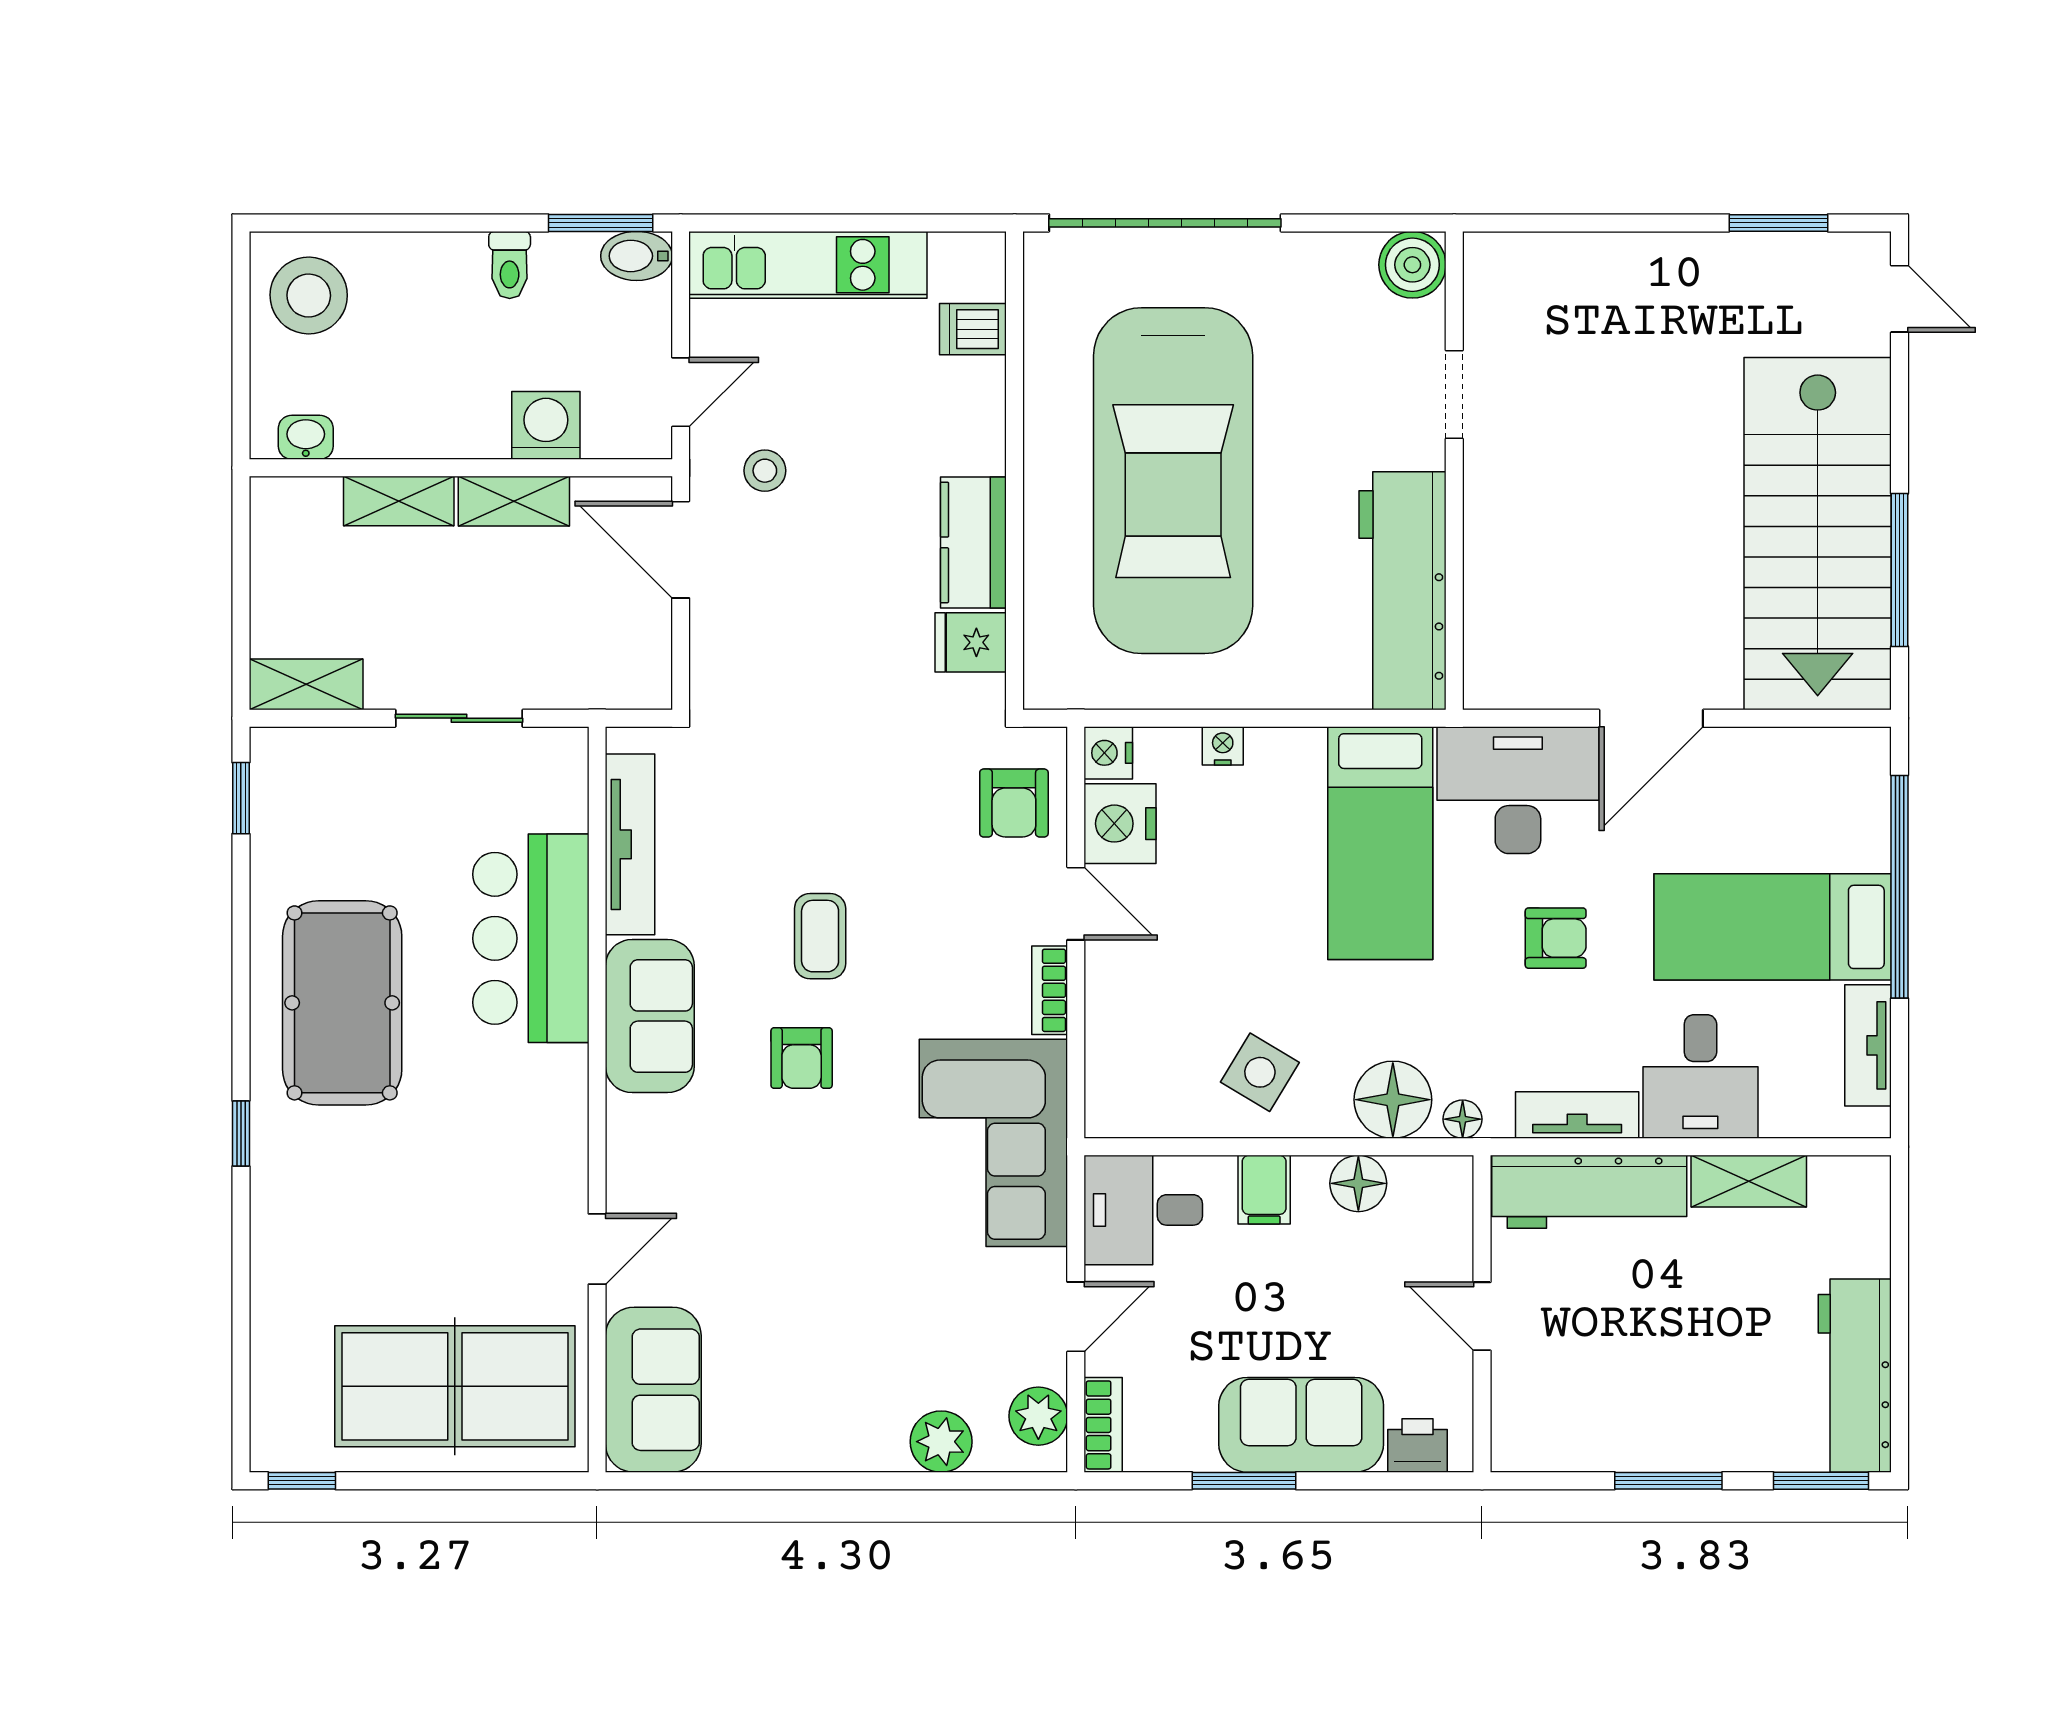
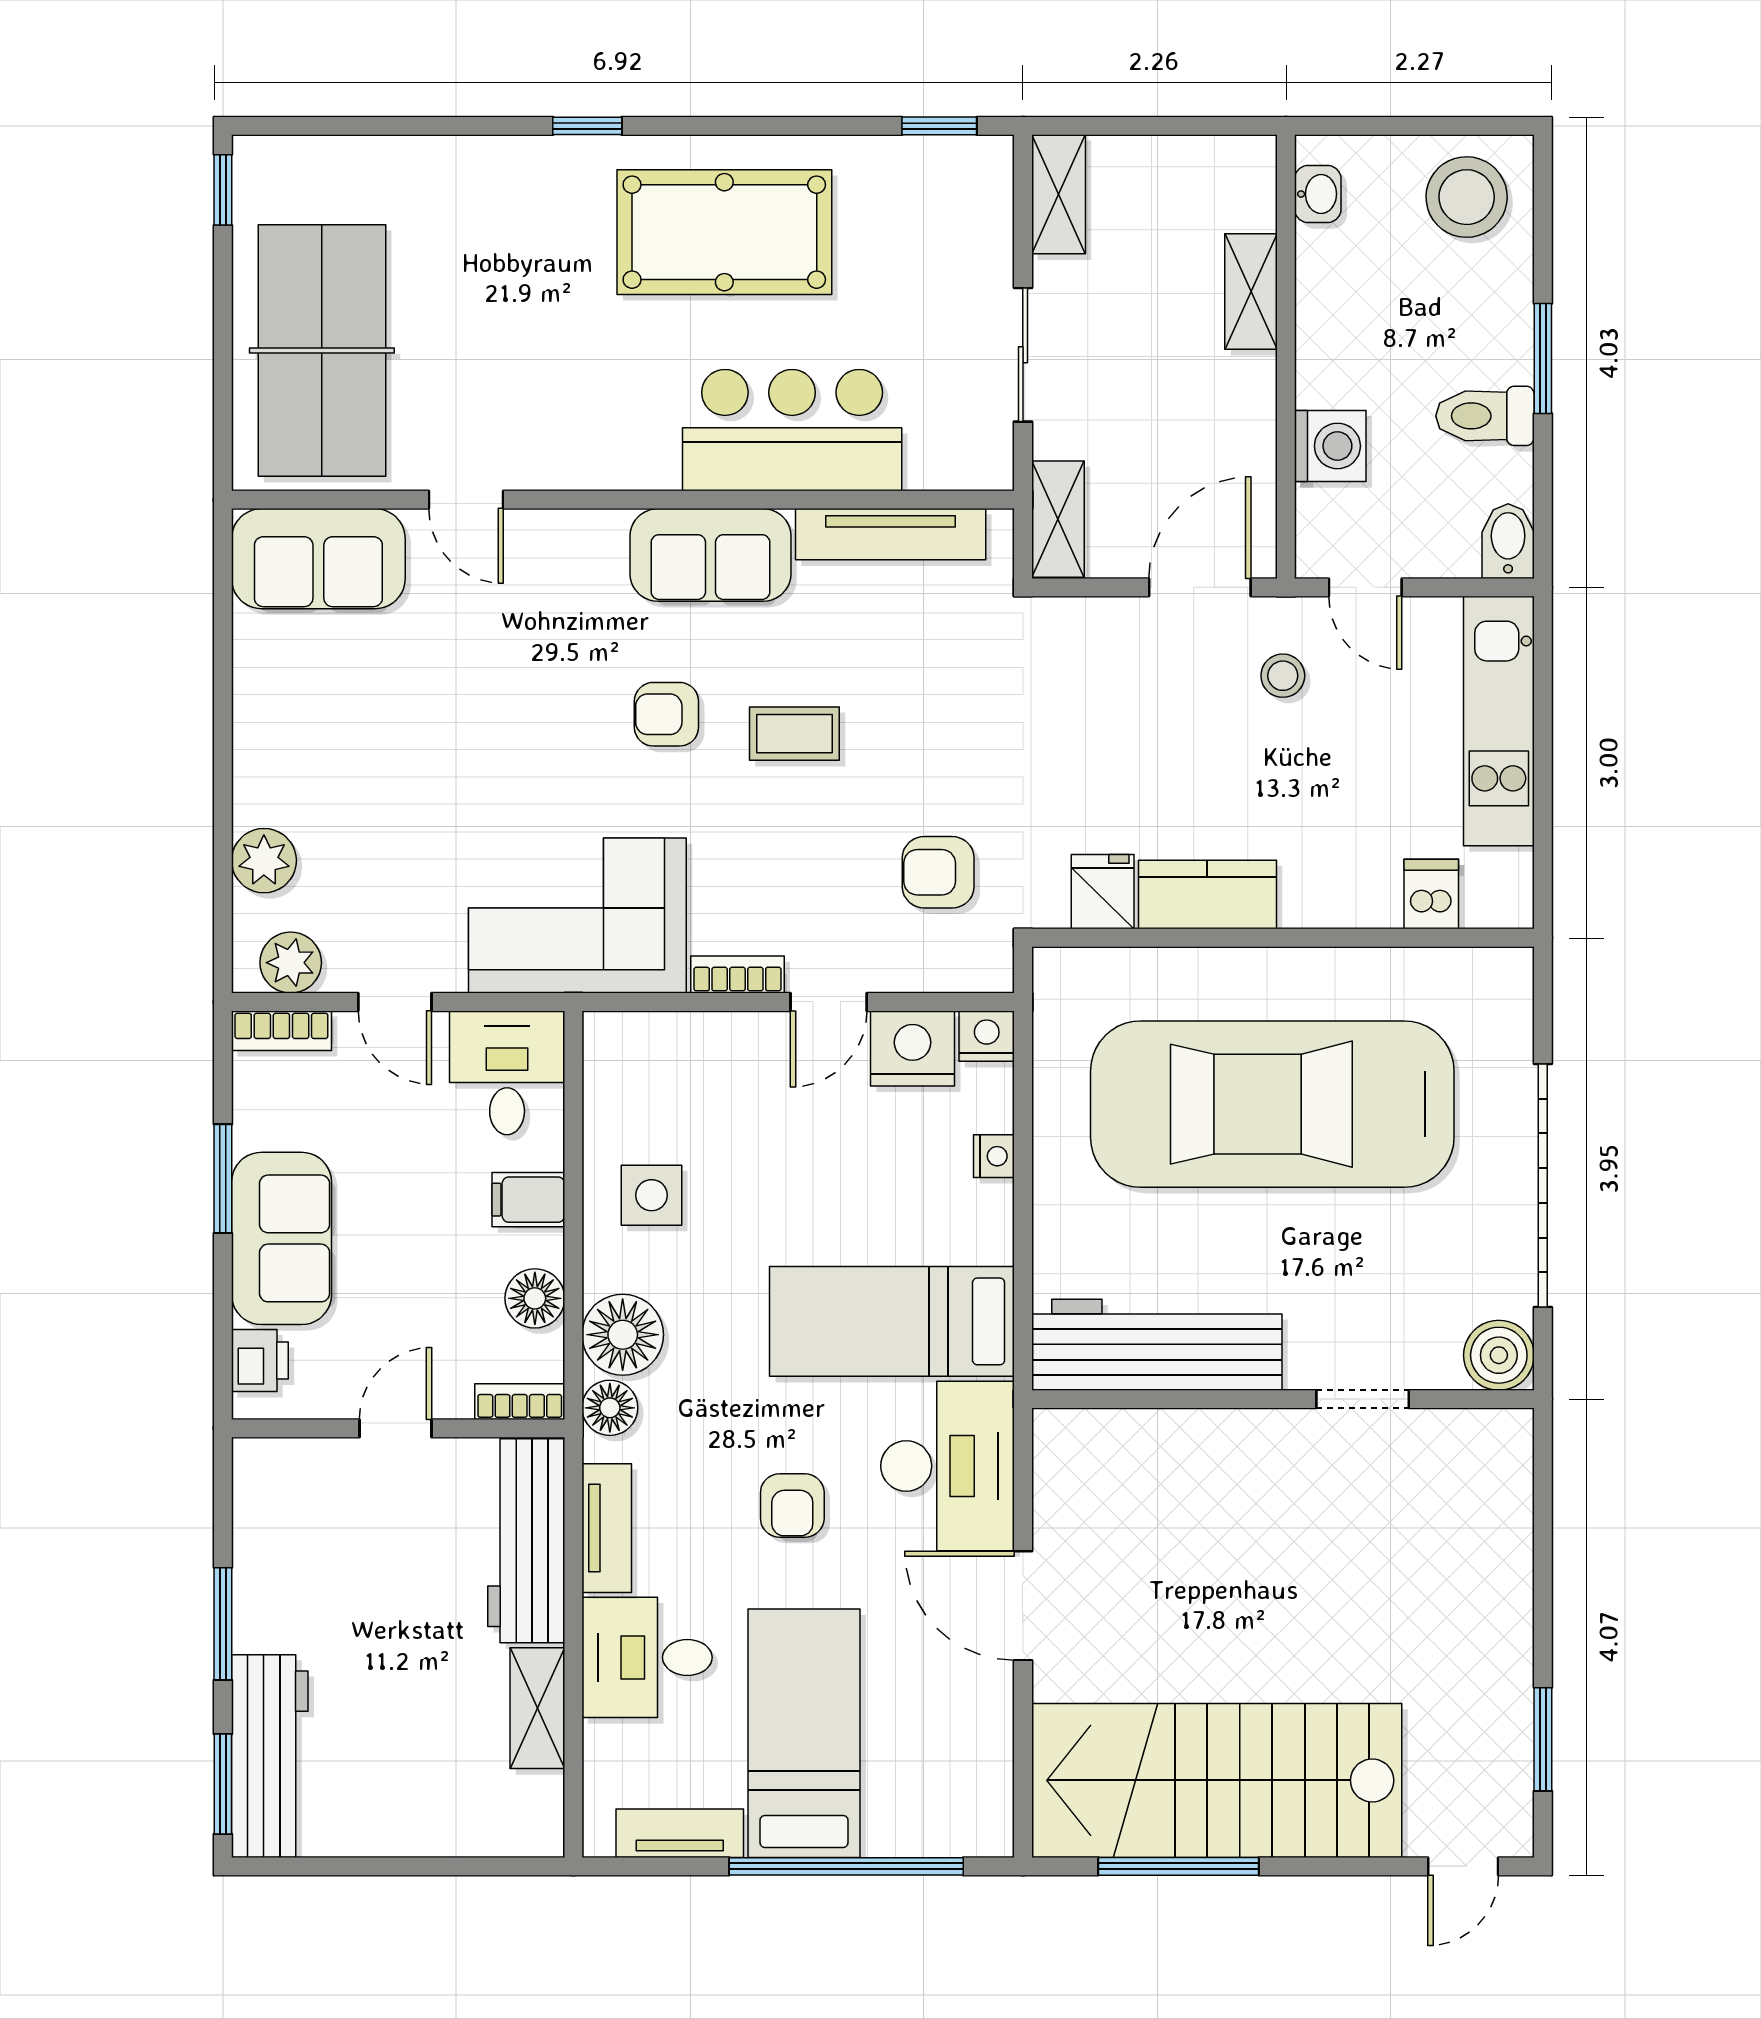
window: (601, 223) -> (1543, 358), moved
garage door: (1165, 223) -> (1543, 1186), moved
toilet: (510, 265) -> (1485, 416), width x1.37, depth x1.39
shelving: (514, 501) -> (1058, 519), moved
armchair: (1014, 803) -> (938, 872), moved
side table: (1260, 1072) -> (651, 1195), turned -31
floor lamp: (1463, 1119) -> (610, 1408), width x1.37, depth x1.37
bookcase: (1457, 1198) -> (520, 1402), added
workbench: (1855, 1376) -> (270, 1756), moved, turned 90

